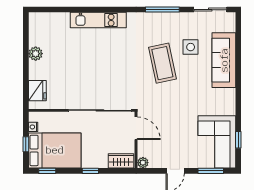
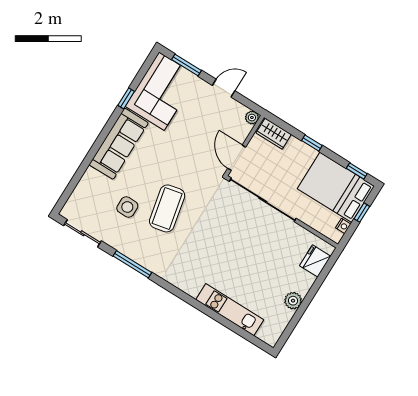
kitchen unit: (98, 20) -> (230, 310), moved
sofa: (224, 60) -> (119, 144), moved
window: (238, 140) -> (126, 98), moved

